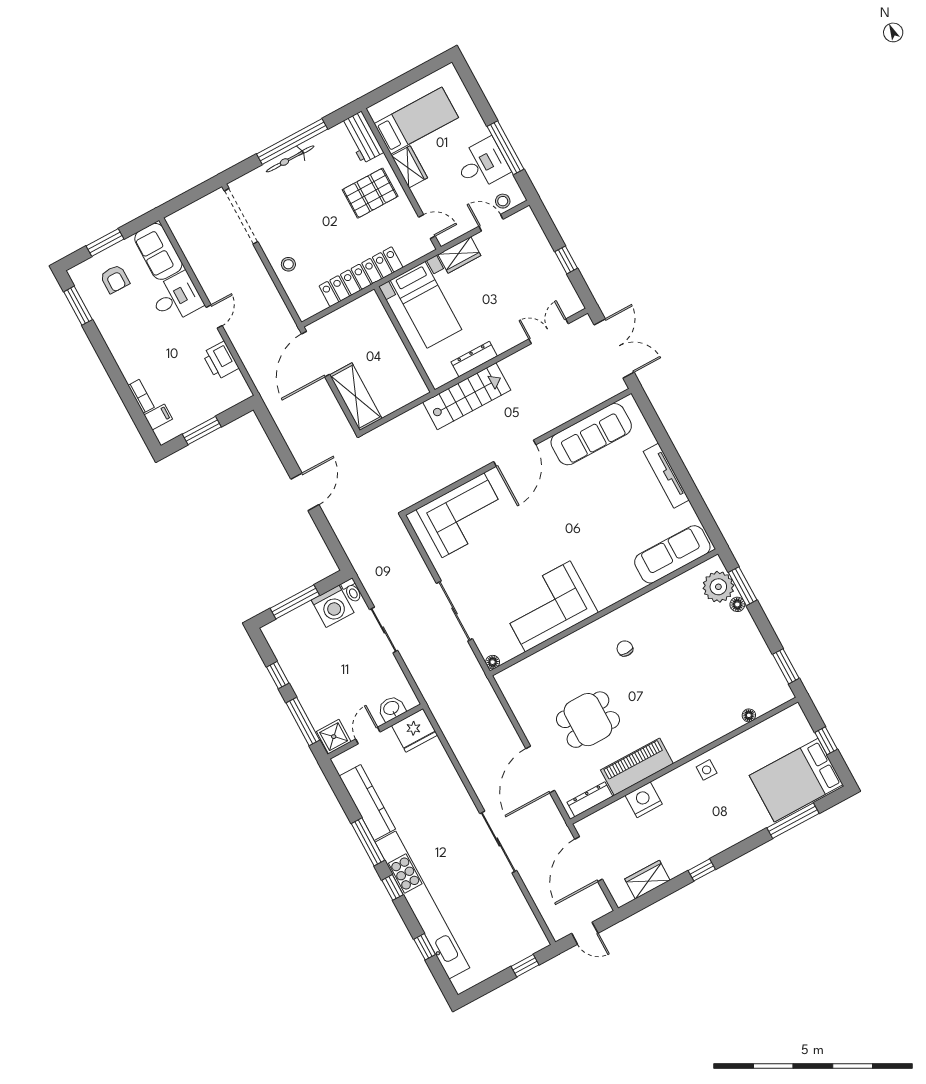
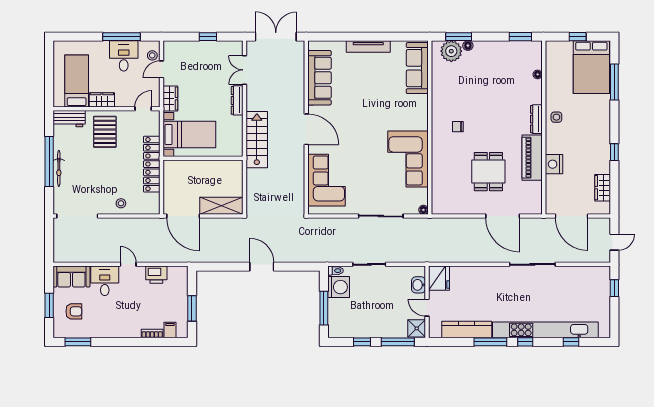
dresser: (474, 359) -> (237, 100), moved
dresser: (590, 799) -> (536, 119), moved

